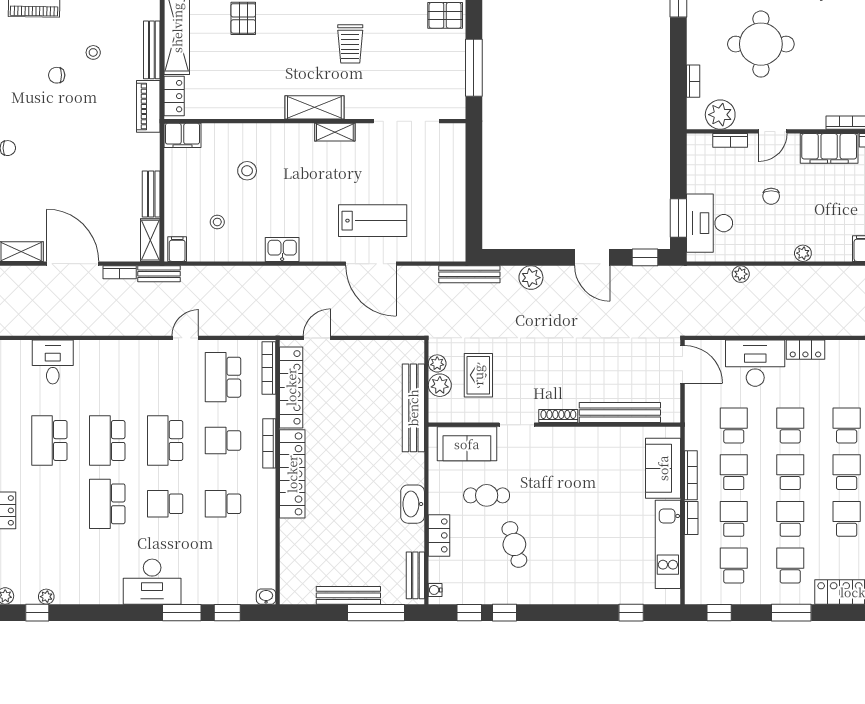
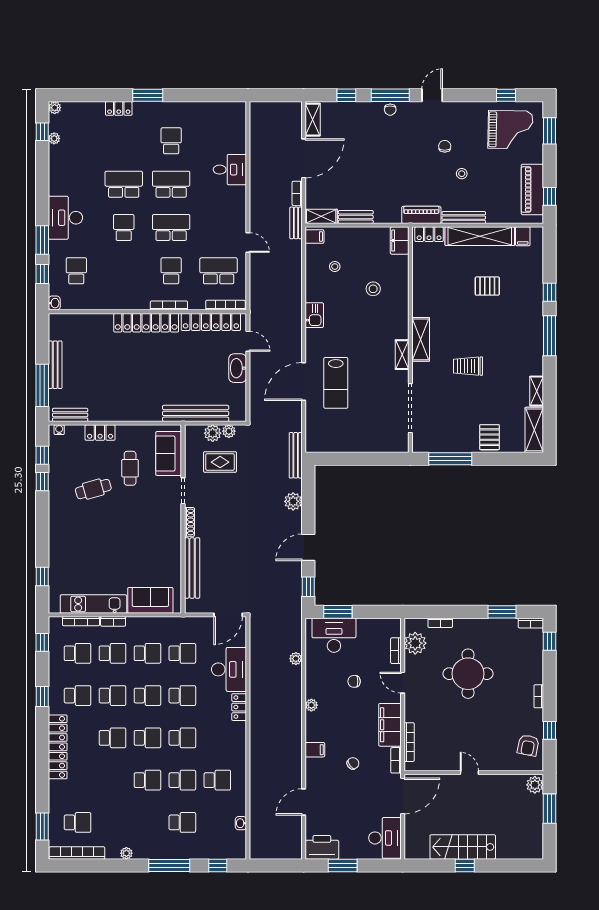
desk: (53, 362) -> (230, 170), moved
school desk: (49, 441) -> (171, 141), width x0.54
bookcase: (691, 475) -> (81, 621), moved
school desk: (223, 504) -> (76, 271), moved
washbasin: (413, 504) -> (238, 368), moved, turned -90
window: (791, 613) -> (42, 696), width x0.67

